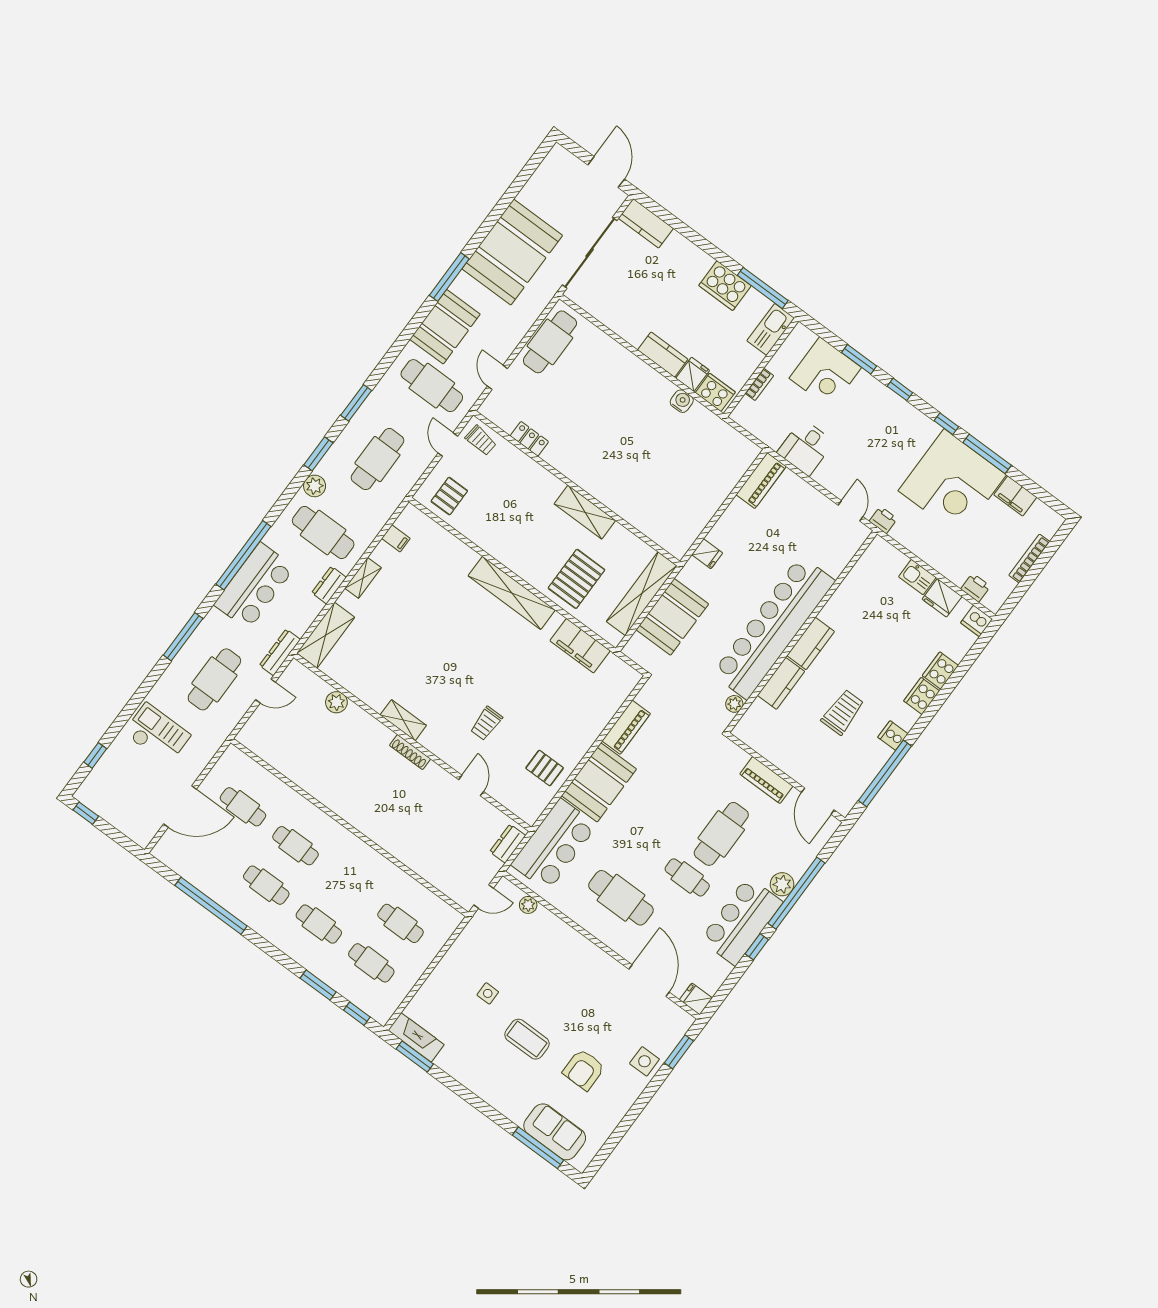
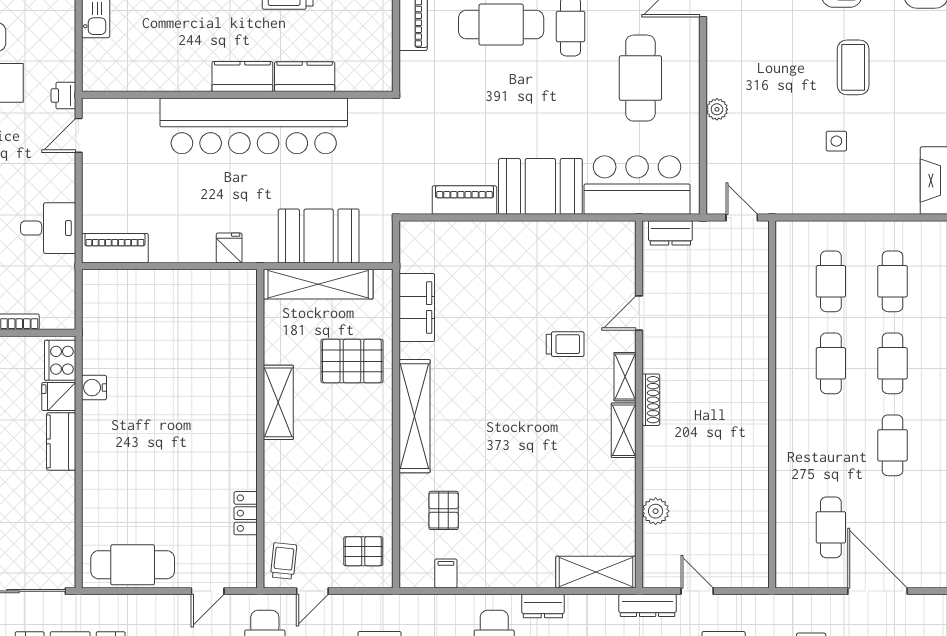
shelving: (363, 578) -> (625, 377), moved, turned 90
plant: (734, 704) -> (360, 108), removed
pallet: (545, 768) -> (444, 510), moved
cafe table: (295, 846) -> (831, 363), moved
plant: (528, 905) -> (717, 109), moved

